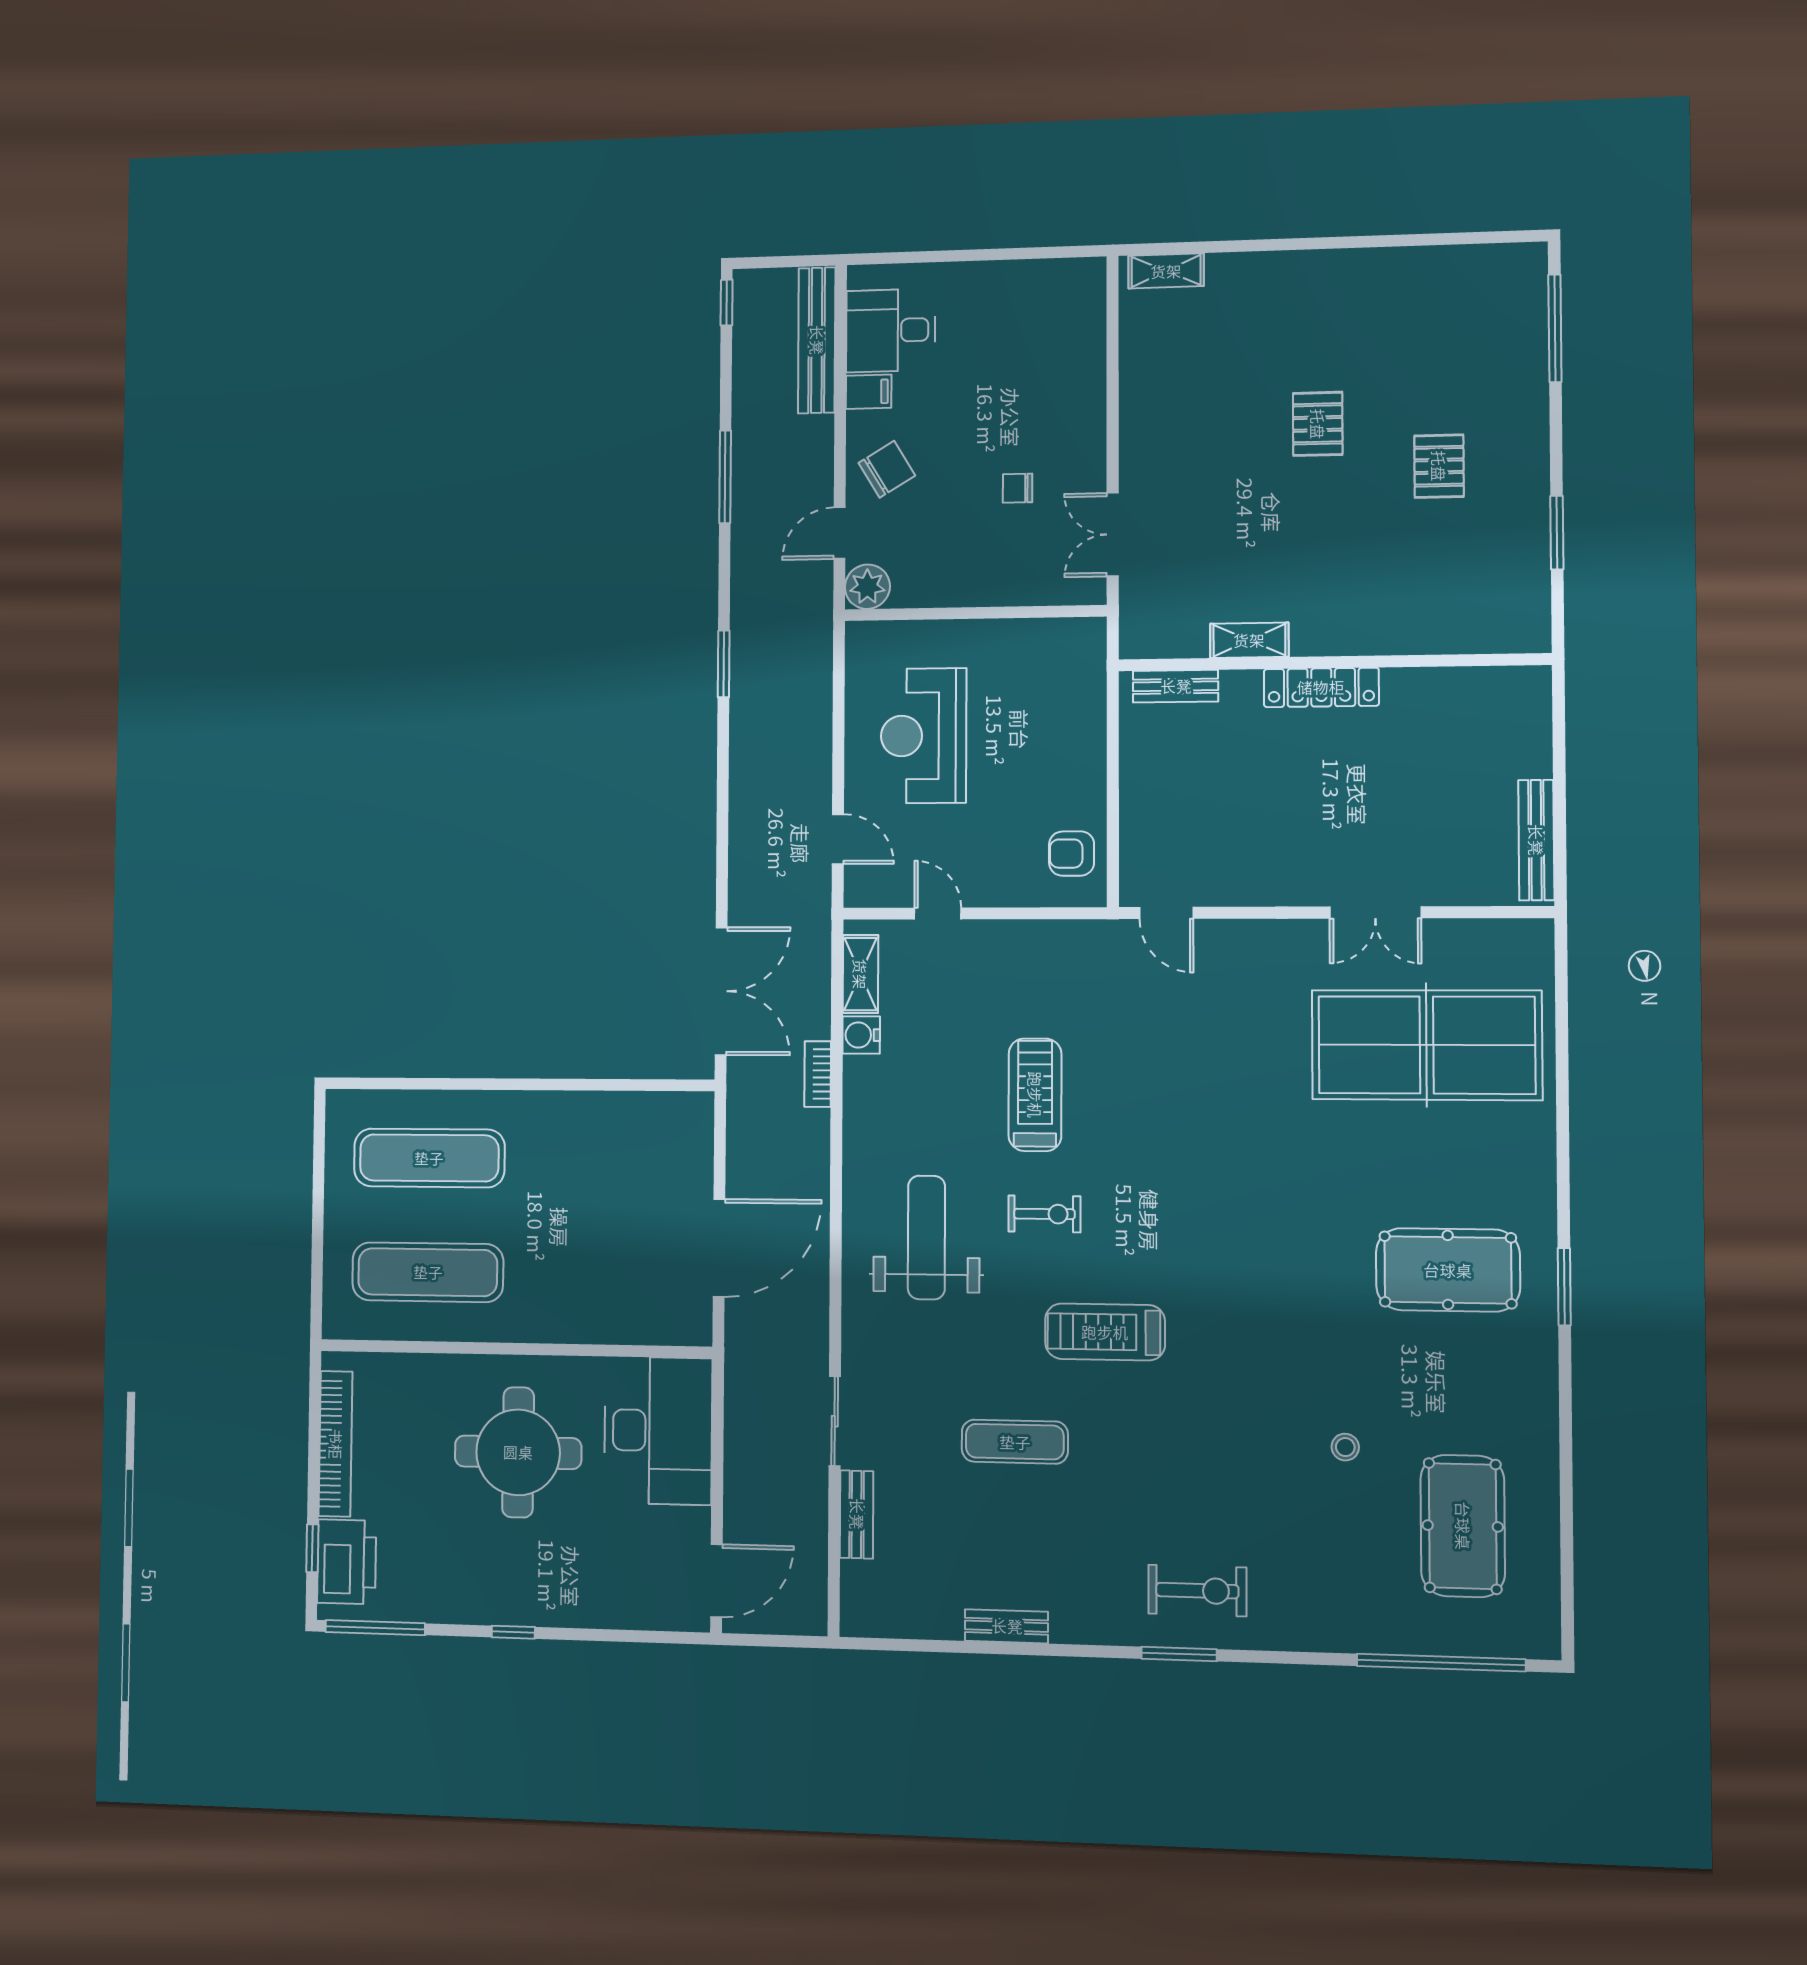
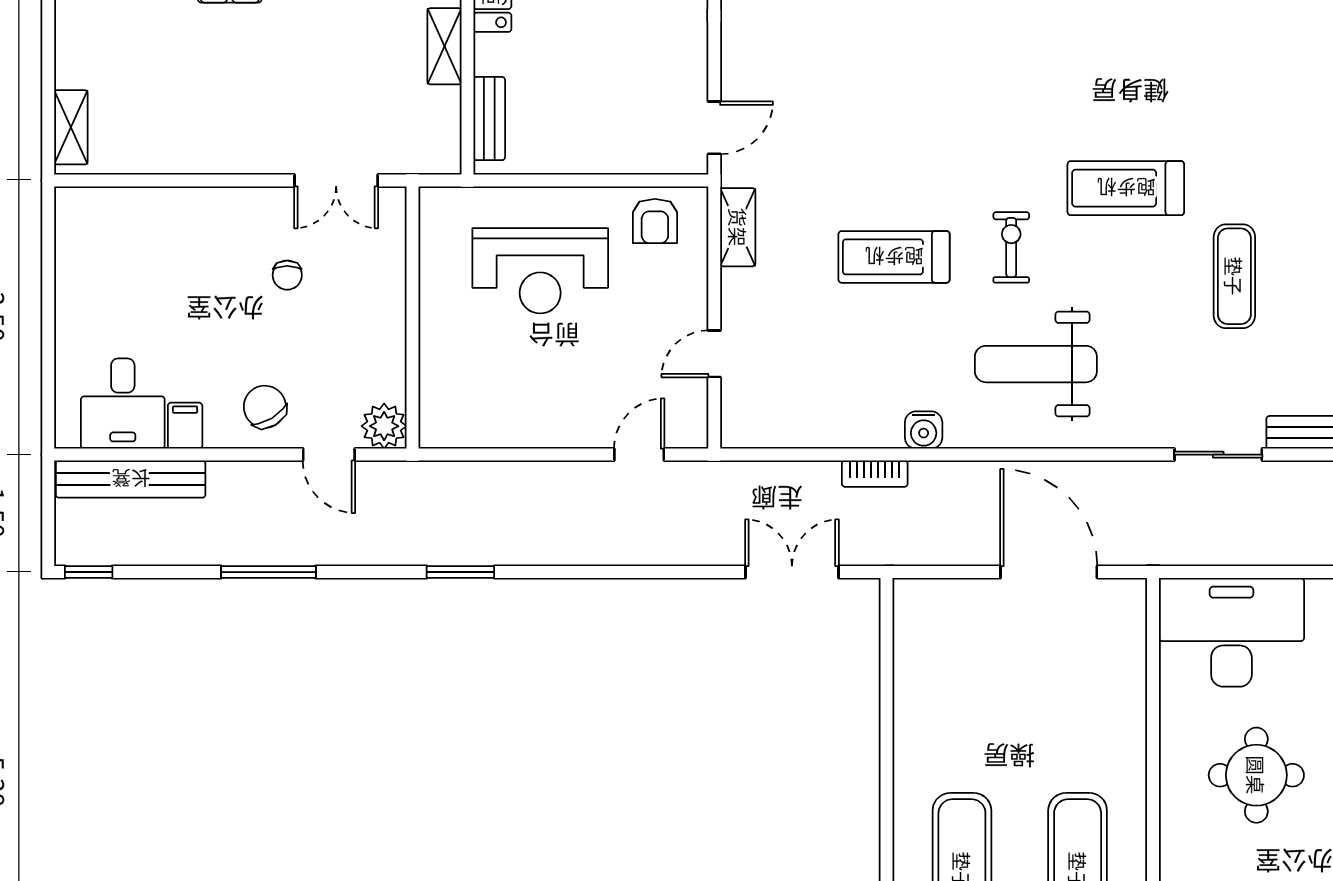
reception desk: (924, 736) -> (540, 271), moved
shelving: (860, 974) -> (738, 227), moved, turned 90
double door: (721, 991) -> (792, 572), width x0.73
water cooler: (861, 1035) -> (924, 430), moved
treadmill: (1105, 1332) -> (1126, 188), turned 90
round table: (518, 1452) -> (1256, 775), width x0.73, depth x0.73

